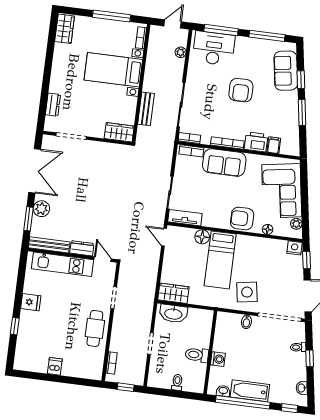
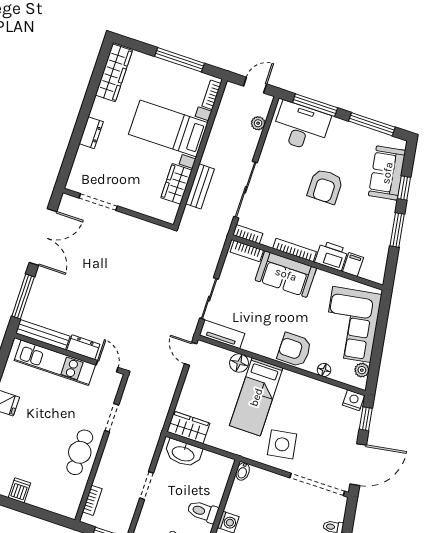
wardrobe: (65, 29) -> (114, 73), width x1.50
dresser: (53, 105) -> (91, 133), moved
wardrobe: (119, 132) -> (177, 184), moved, turned -90
plant: (41, 209) -> (42, 287), removed
window: (28, 219) -> (23, 296), width x1.44
bidet: (246, 322) -> (243, 471), moved

